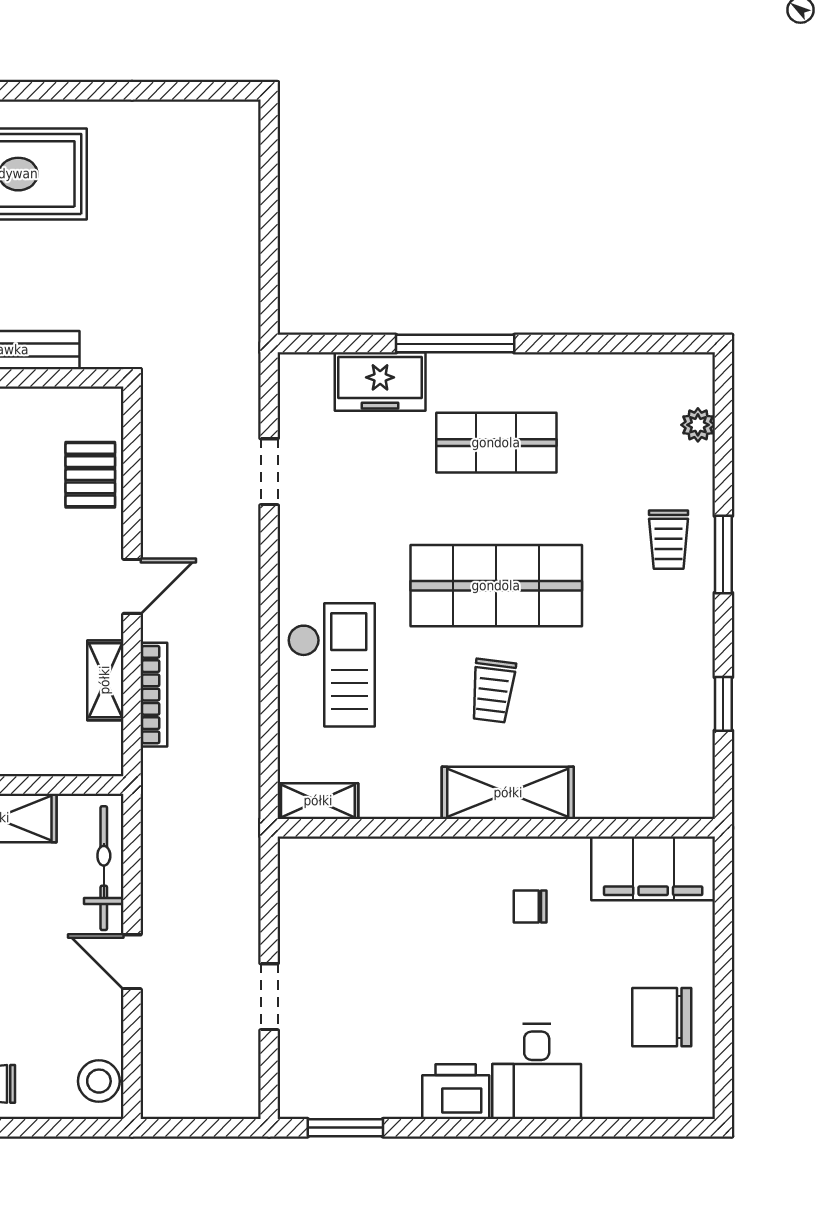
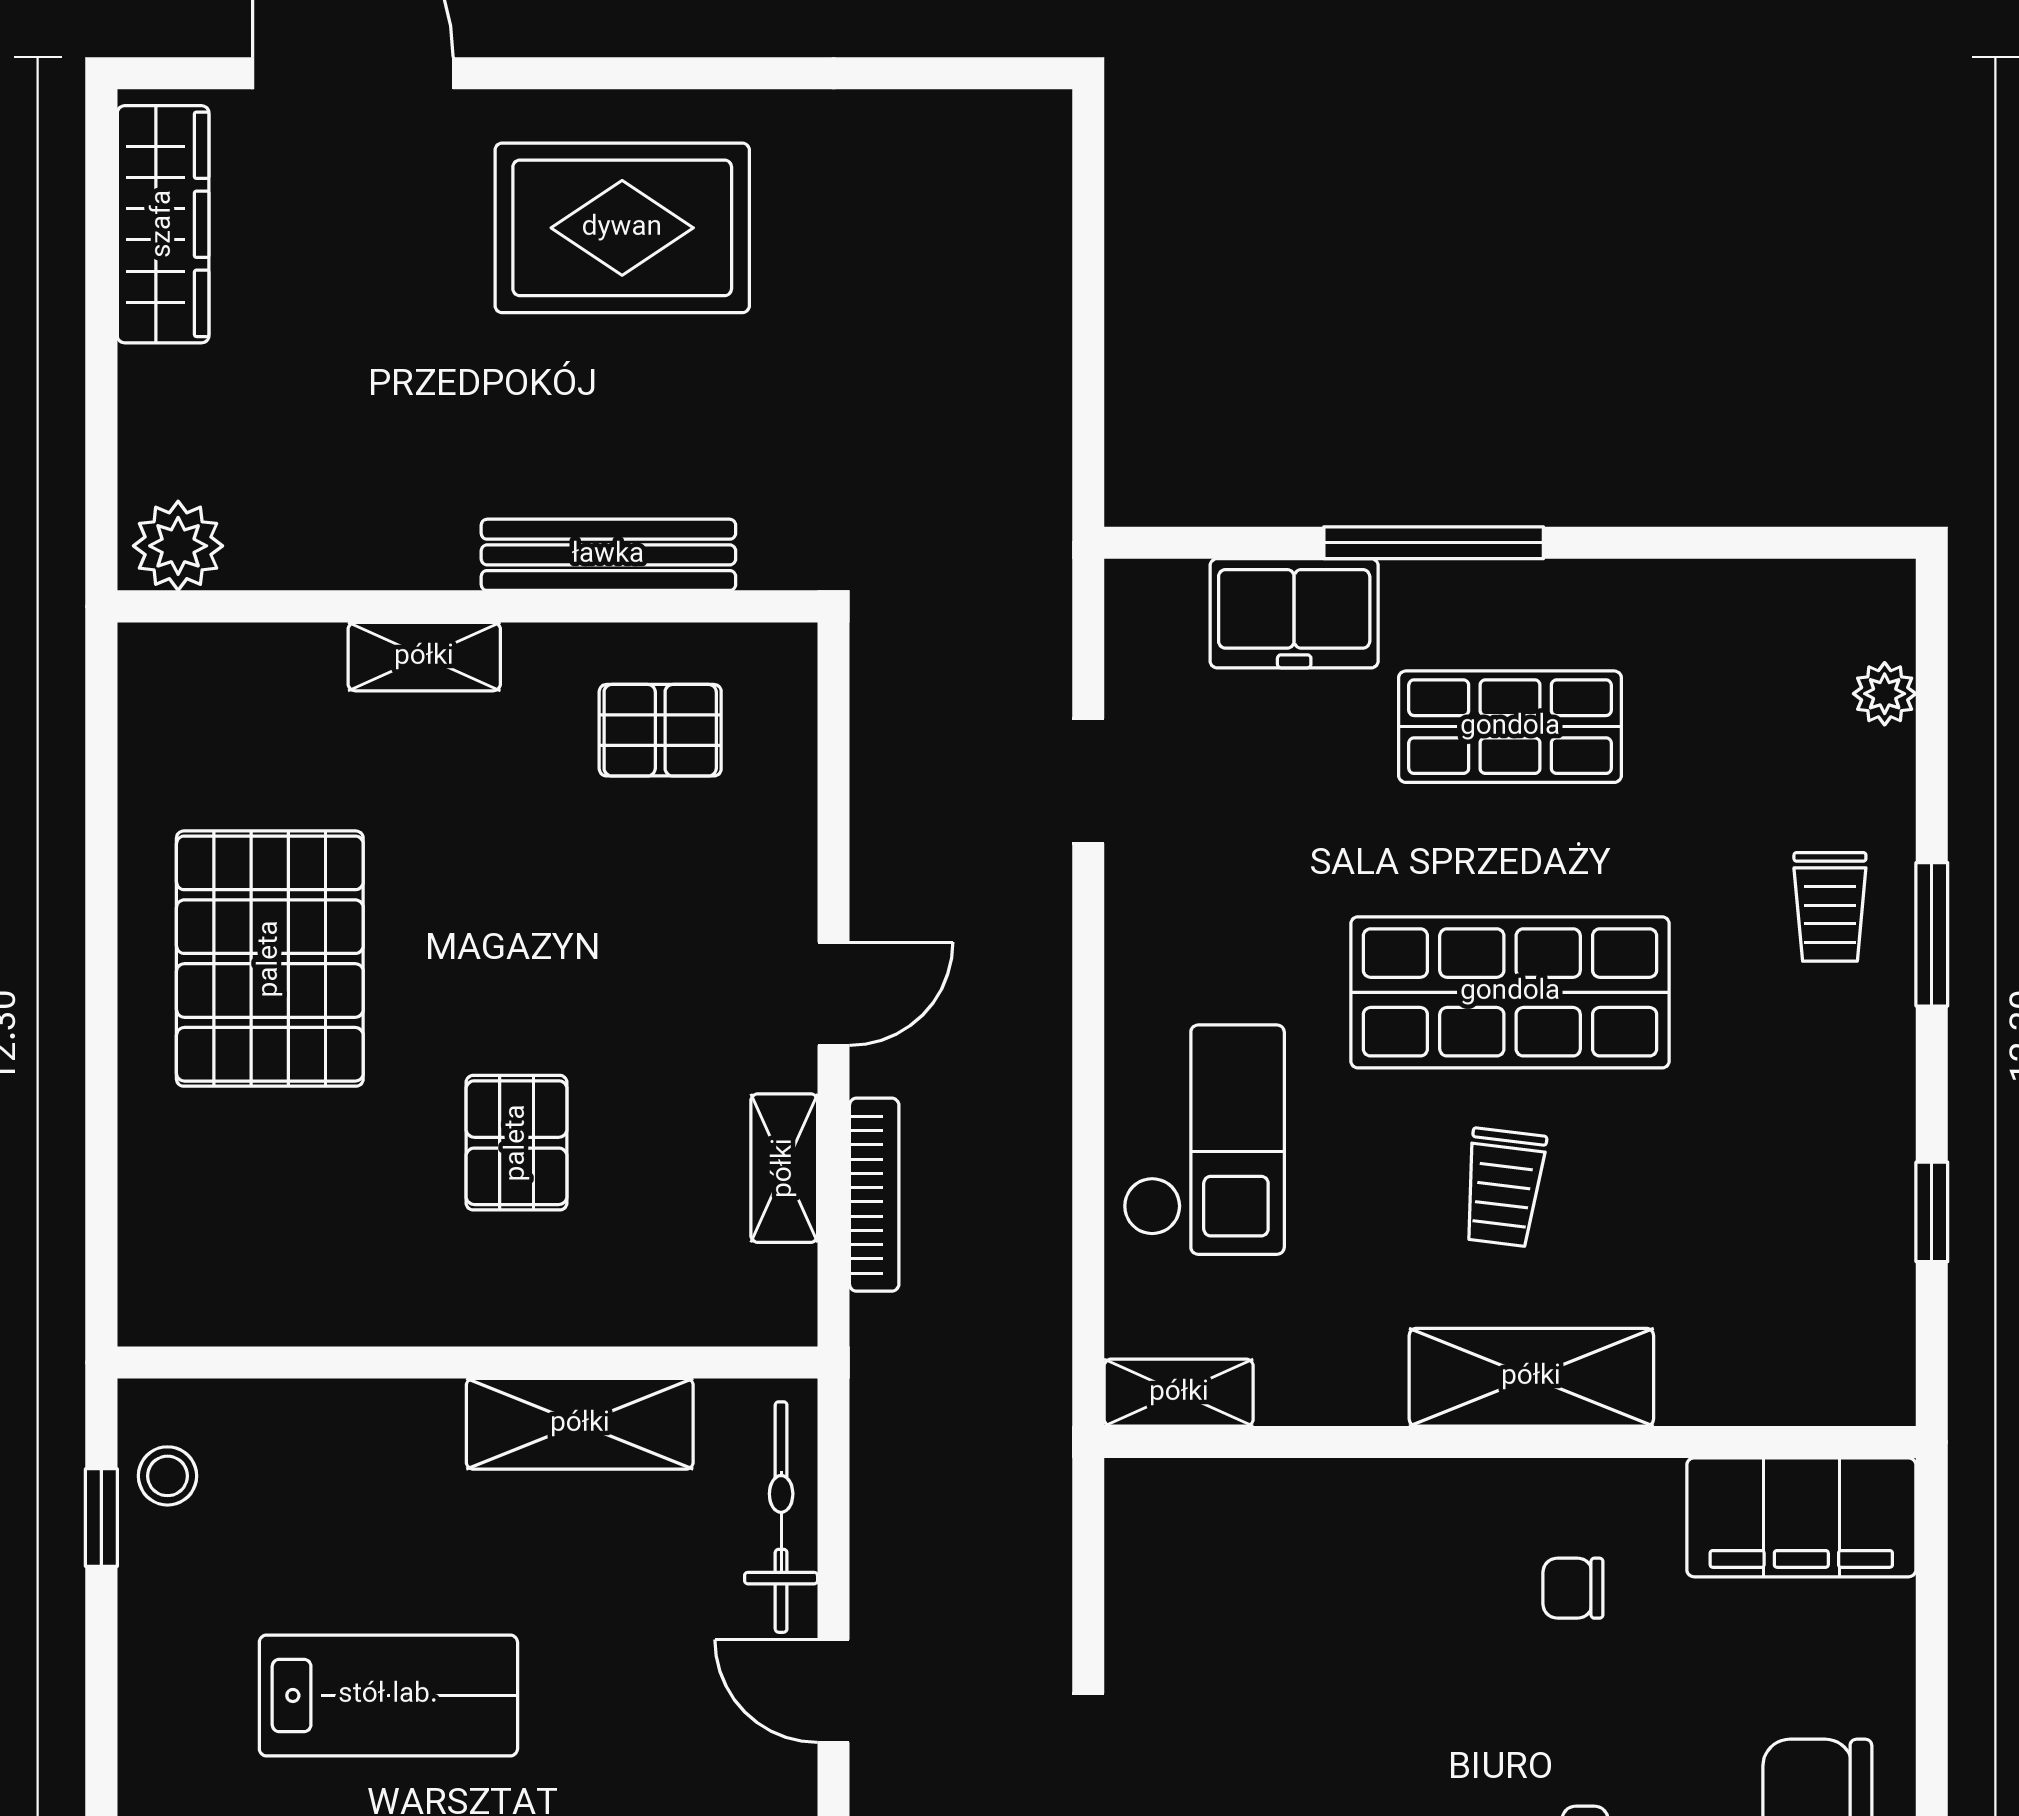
pallet: (90, 475) -> (660, 730), moved, turned 90

